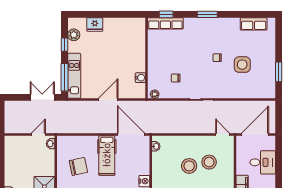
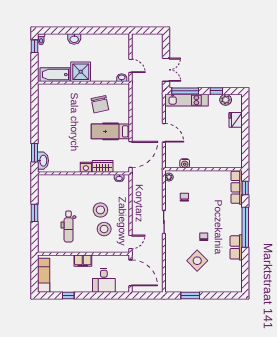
window: (207, 14) -> (245, 227), width x2.11
row of seats: (254, 24) -> (236, 247), moved
side table: (242, 65) -> (197, 261), turned 45
wardrobe: (143, 164) -> (103, 166), added

